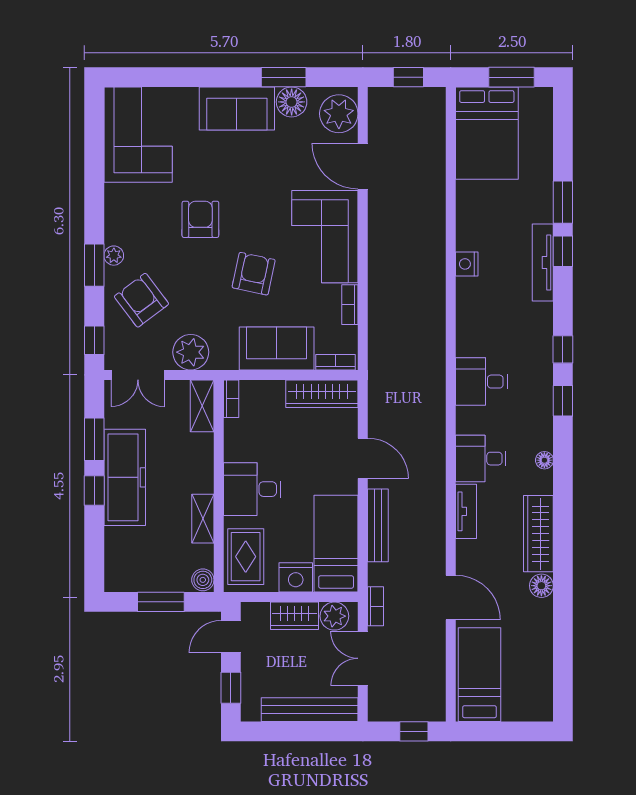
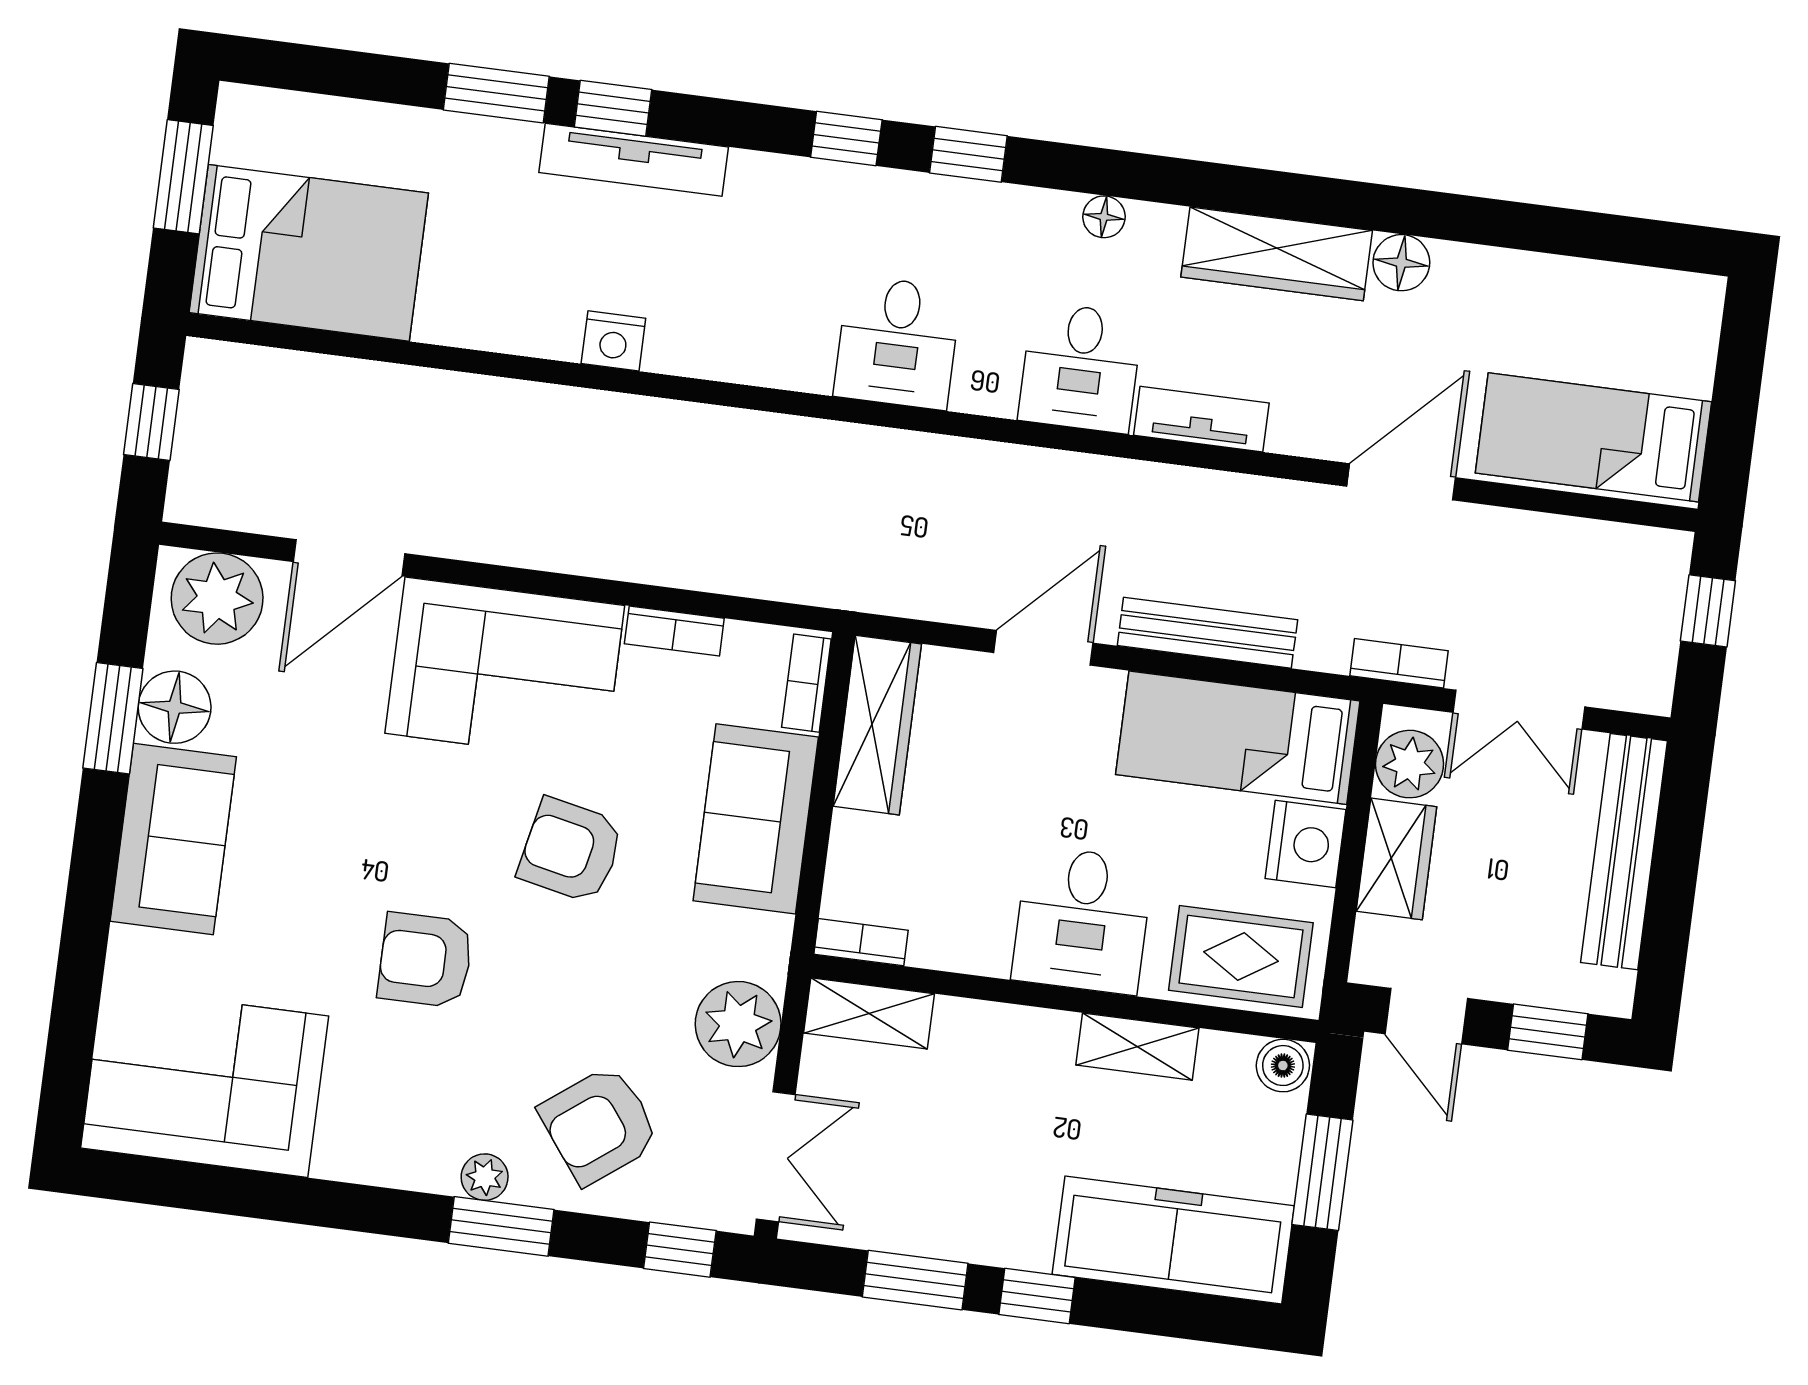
freezer: (125, 477) -> (1173, 1240), moved

